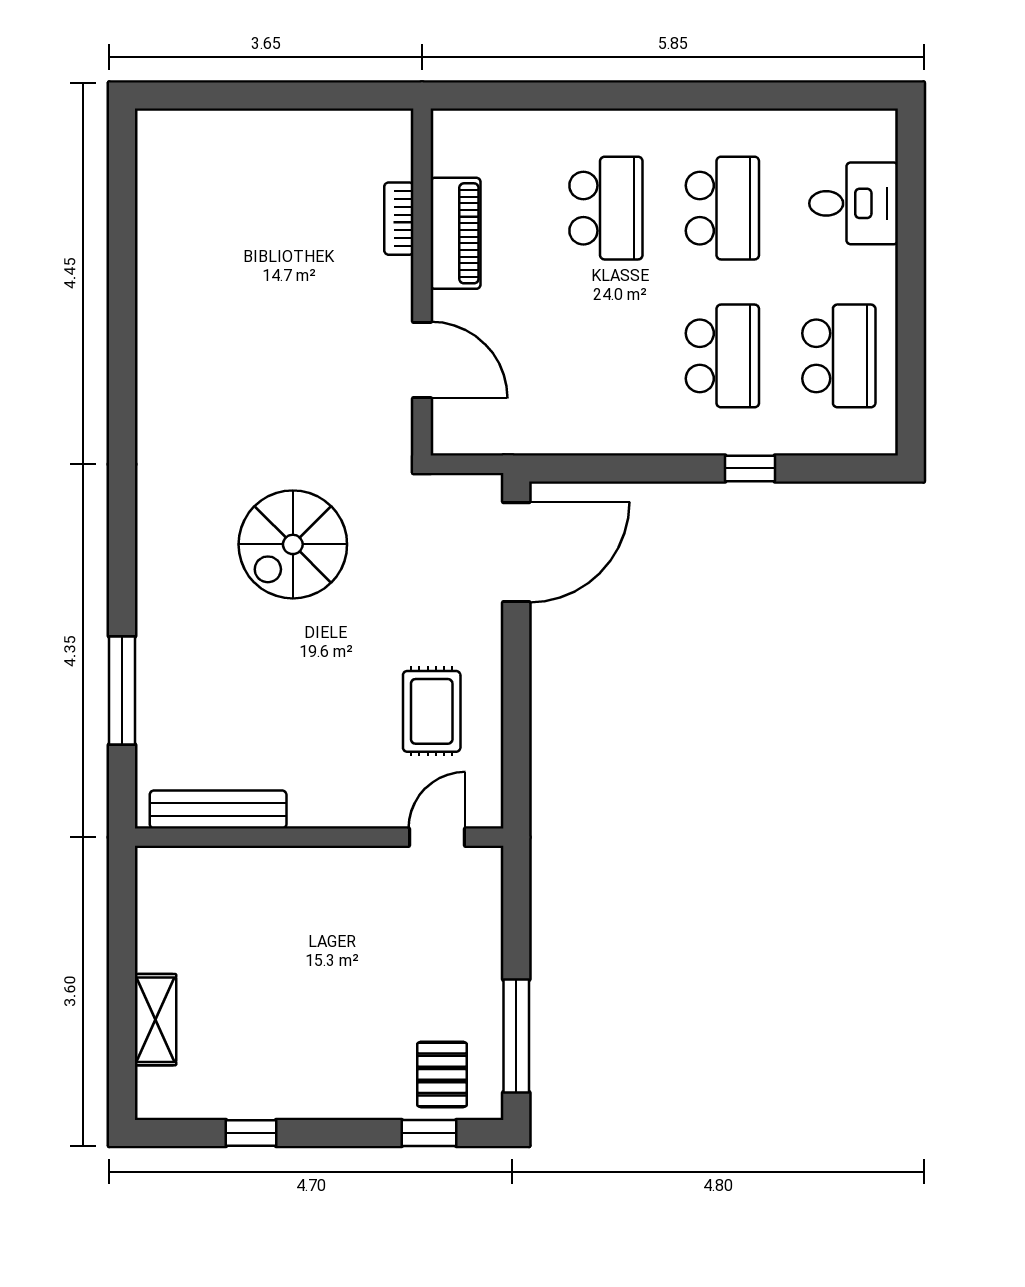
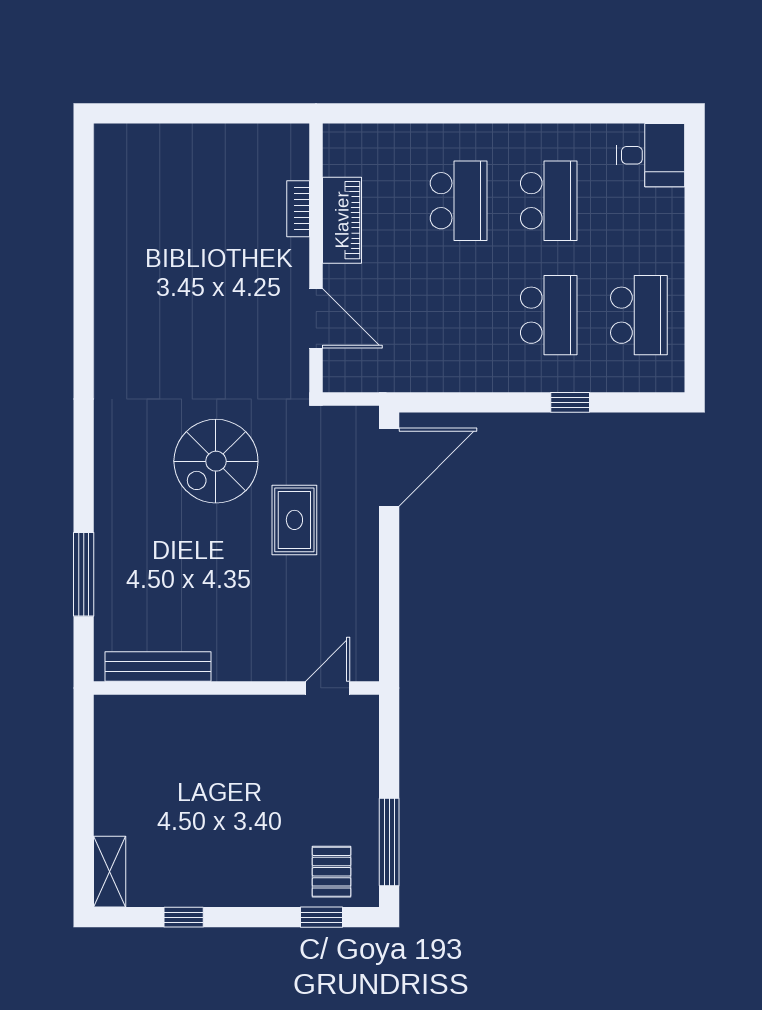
desk: (854, 203) -> (650, 155), moved
rug: (432, 711) -> (294, 520), moved
shelving: (155, 1020) -> (110, 872), moved

